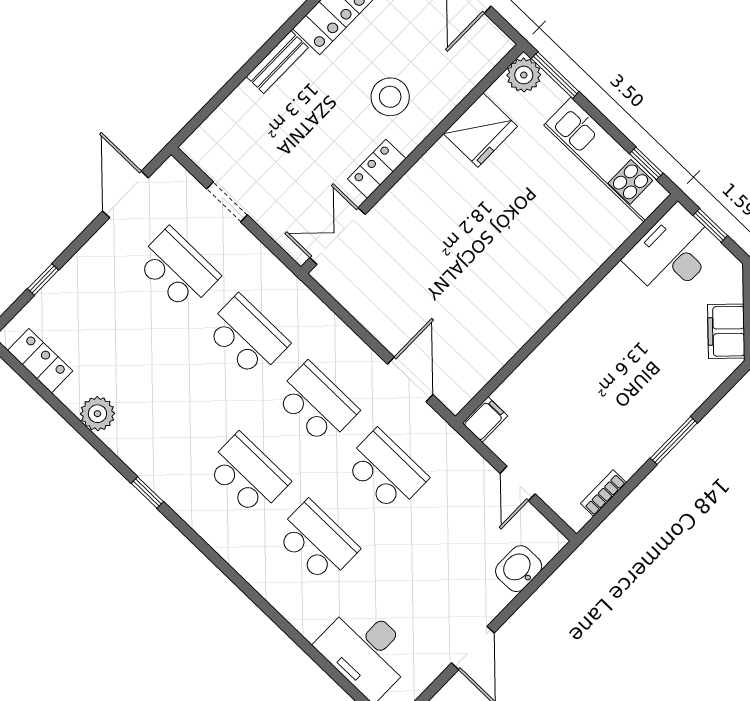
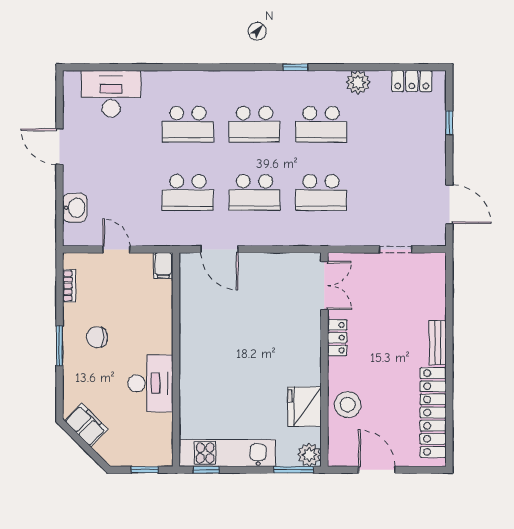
stool: (390, 97) -> (348, 405), moved
desk: (672, 253) -> (150, 383), moved
school desk: (178, 269) -> (321, 124), moved
chair: (626, 412) -> (97, 337), added

